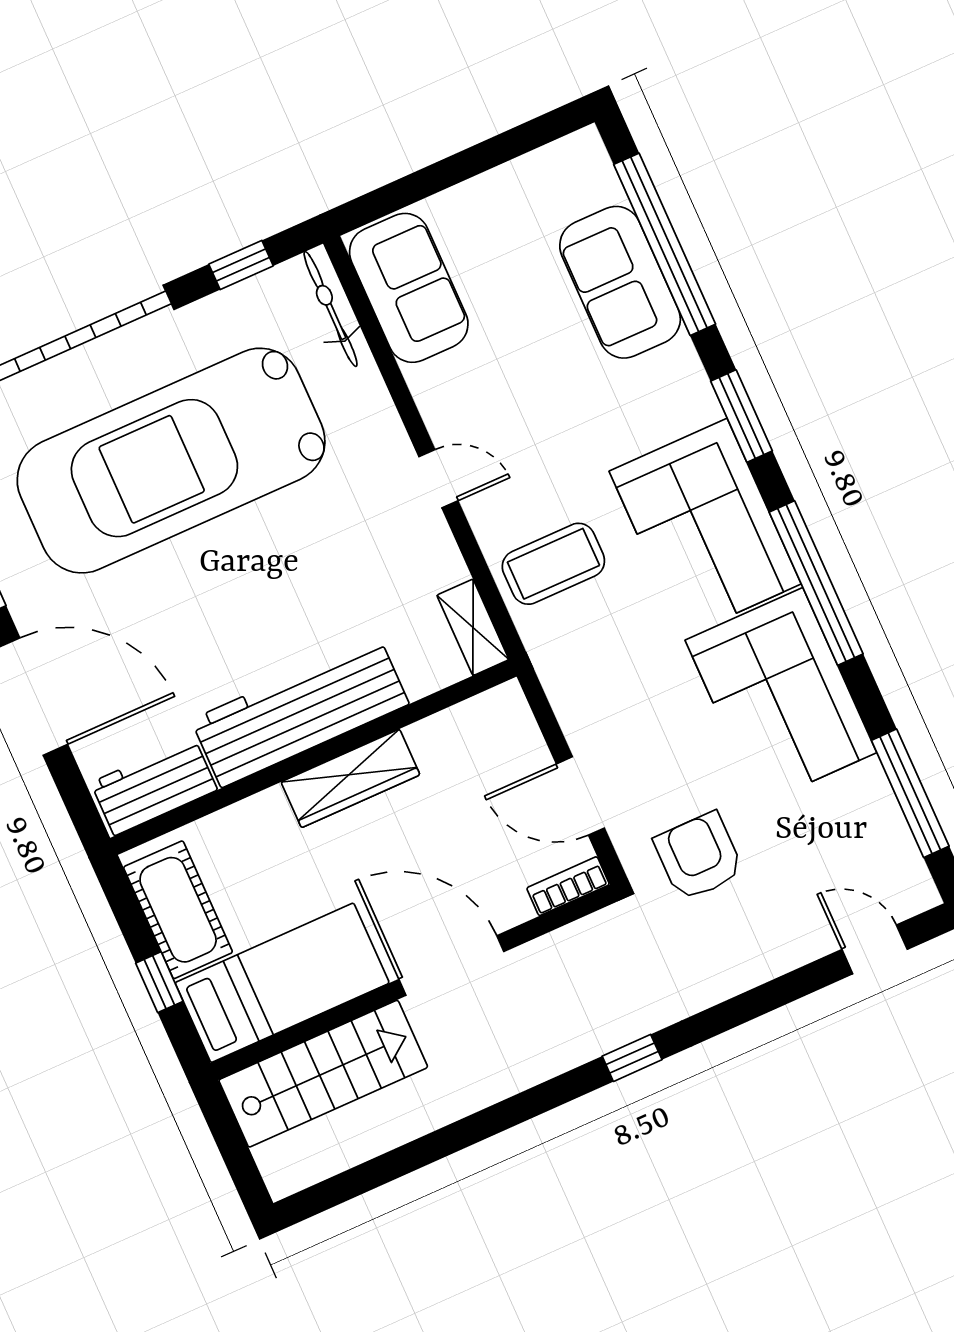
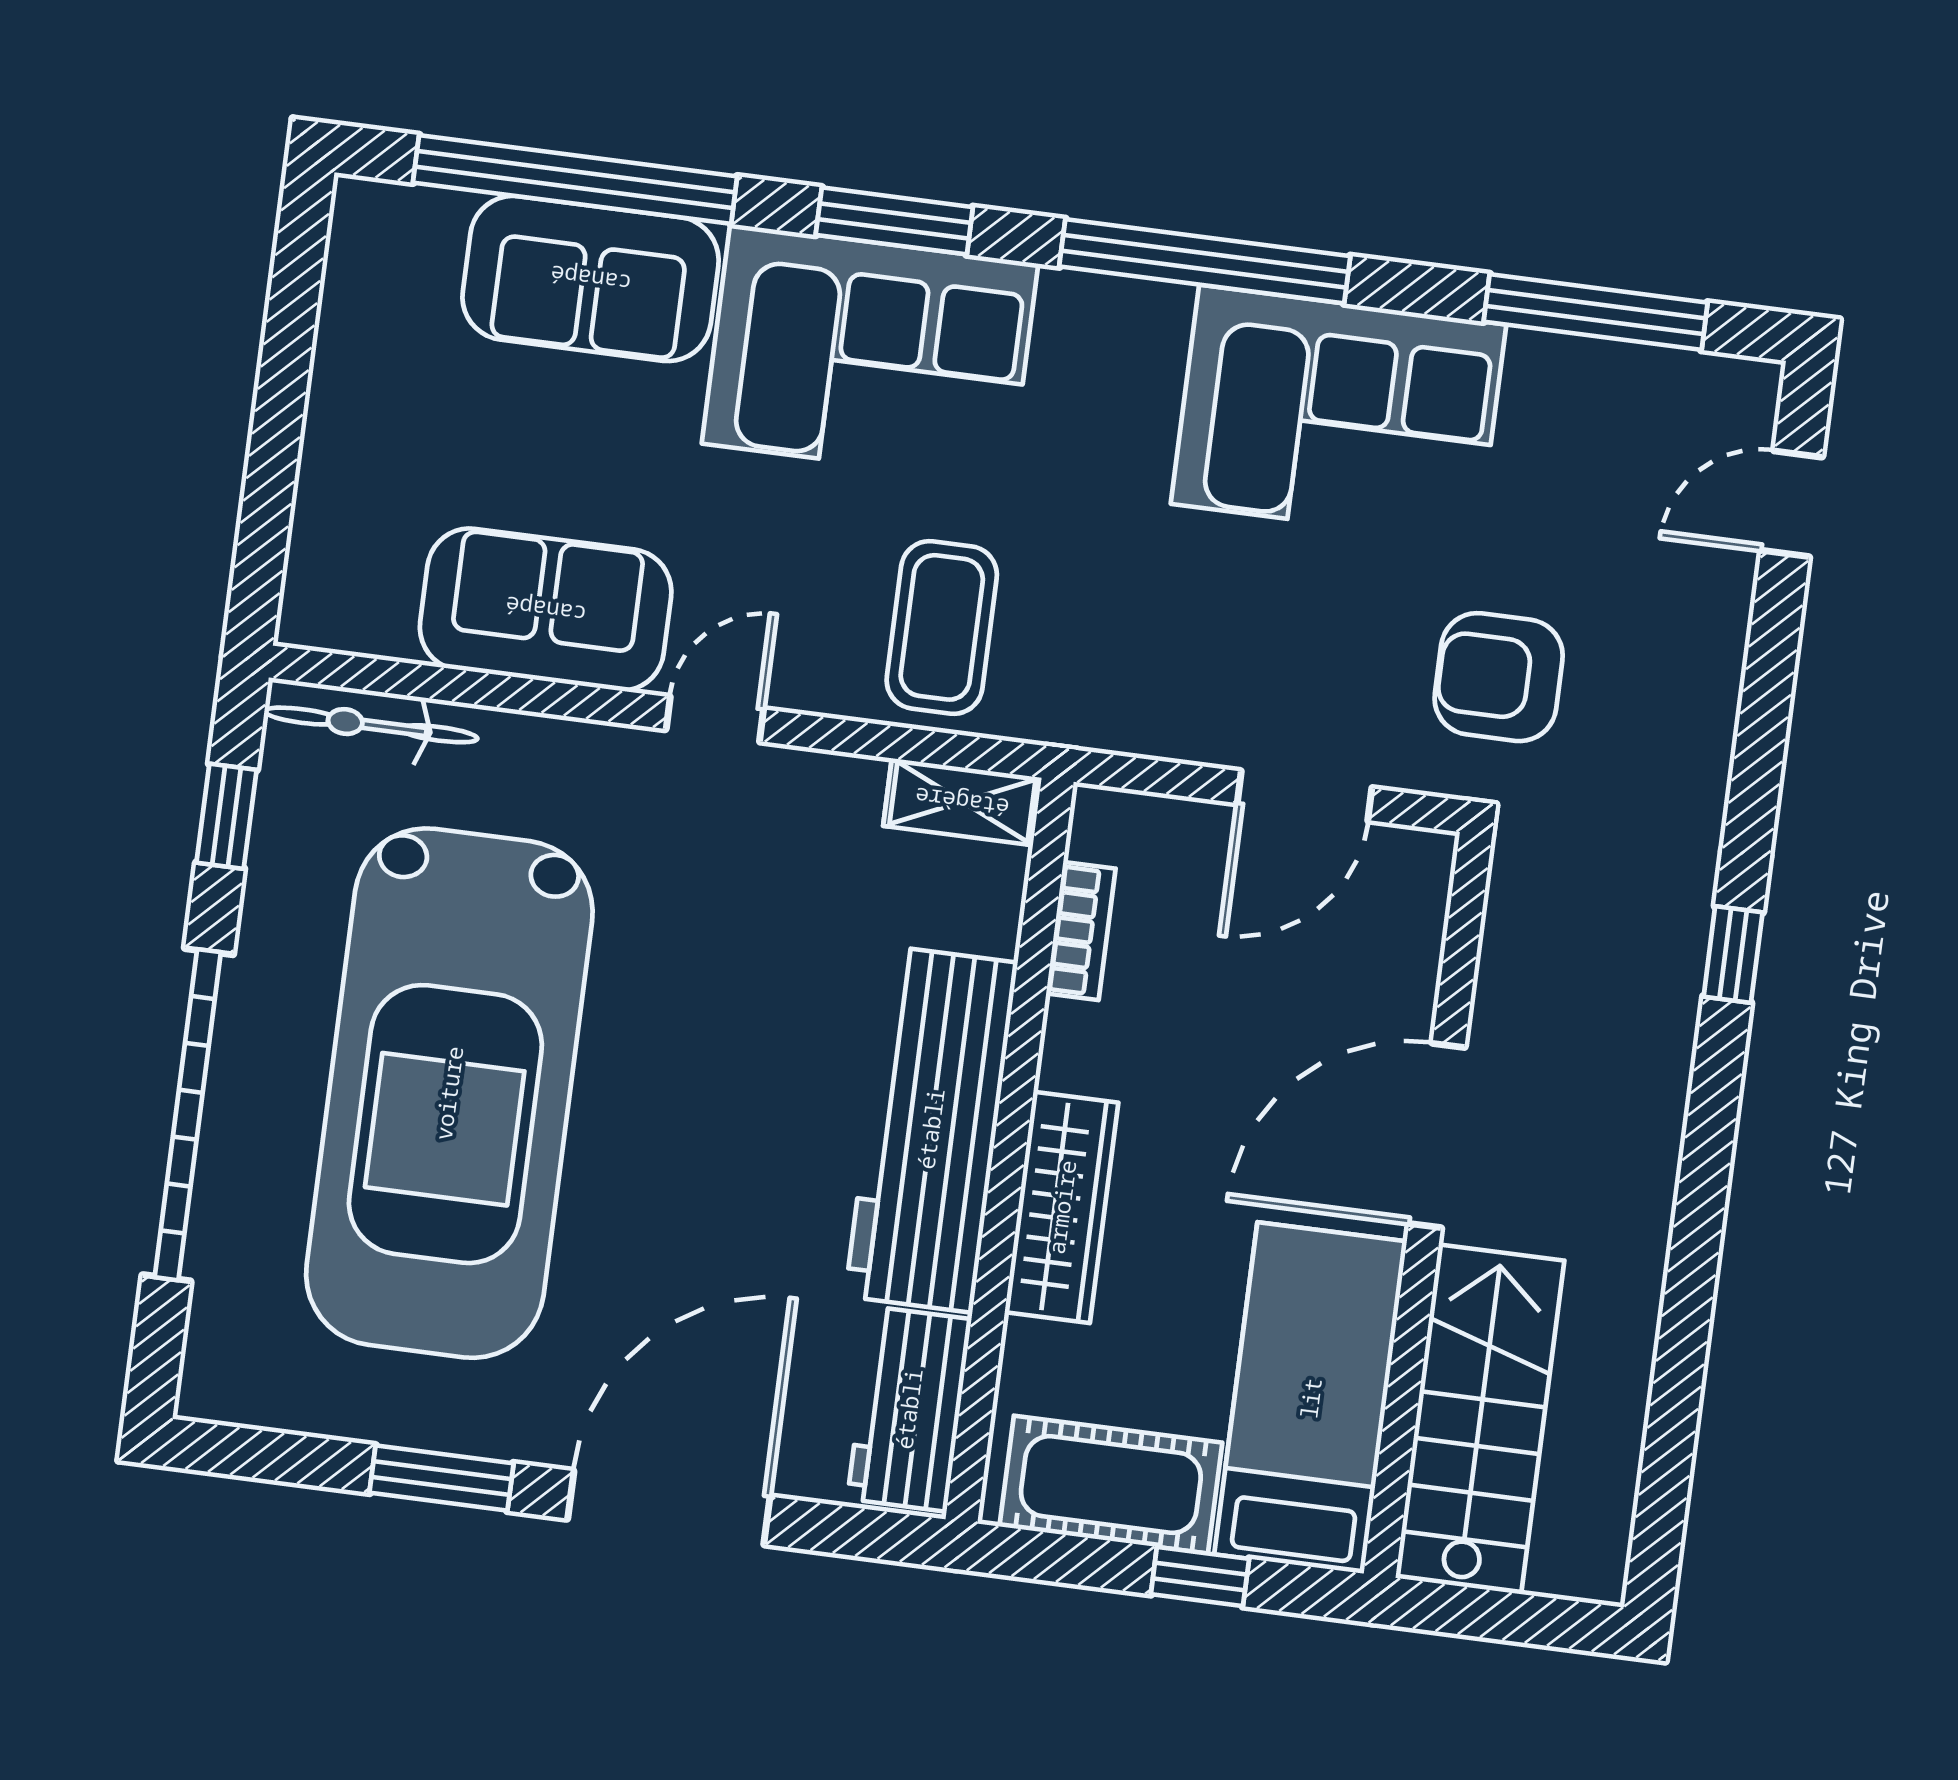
sofa: (409, 288) -> (546, 610), moved
corner sofa: (705, 528) -> (870, 354), moved
wardrobe: (350, 778) -> (1062, 1207), moved
bookcase: (568, 886) -> (1081, 931), moved, turned 180

